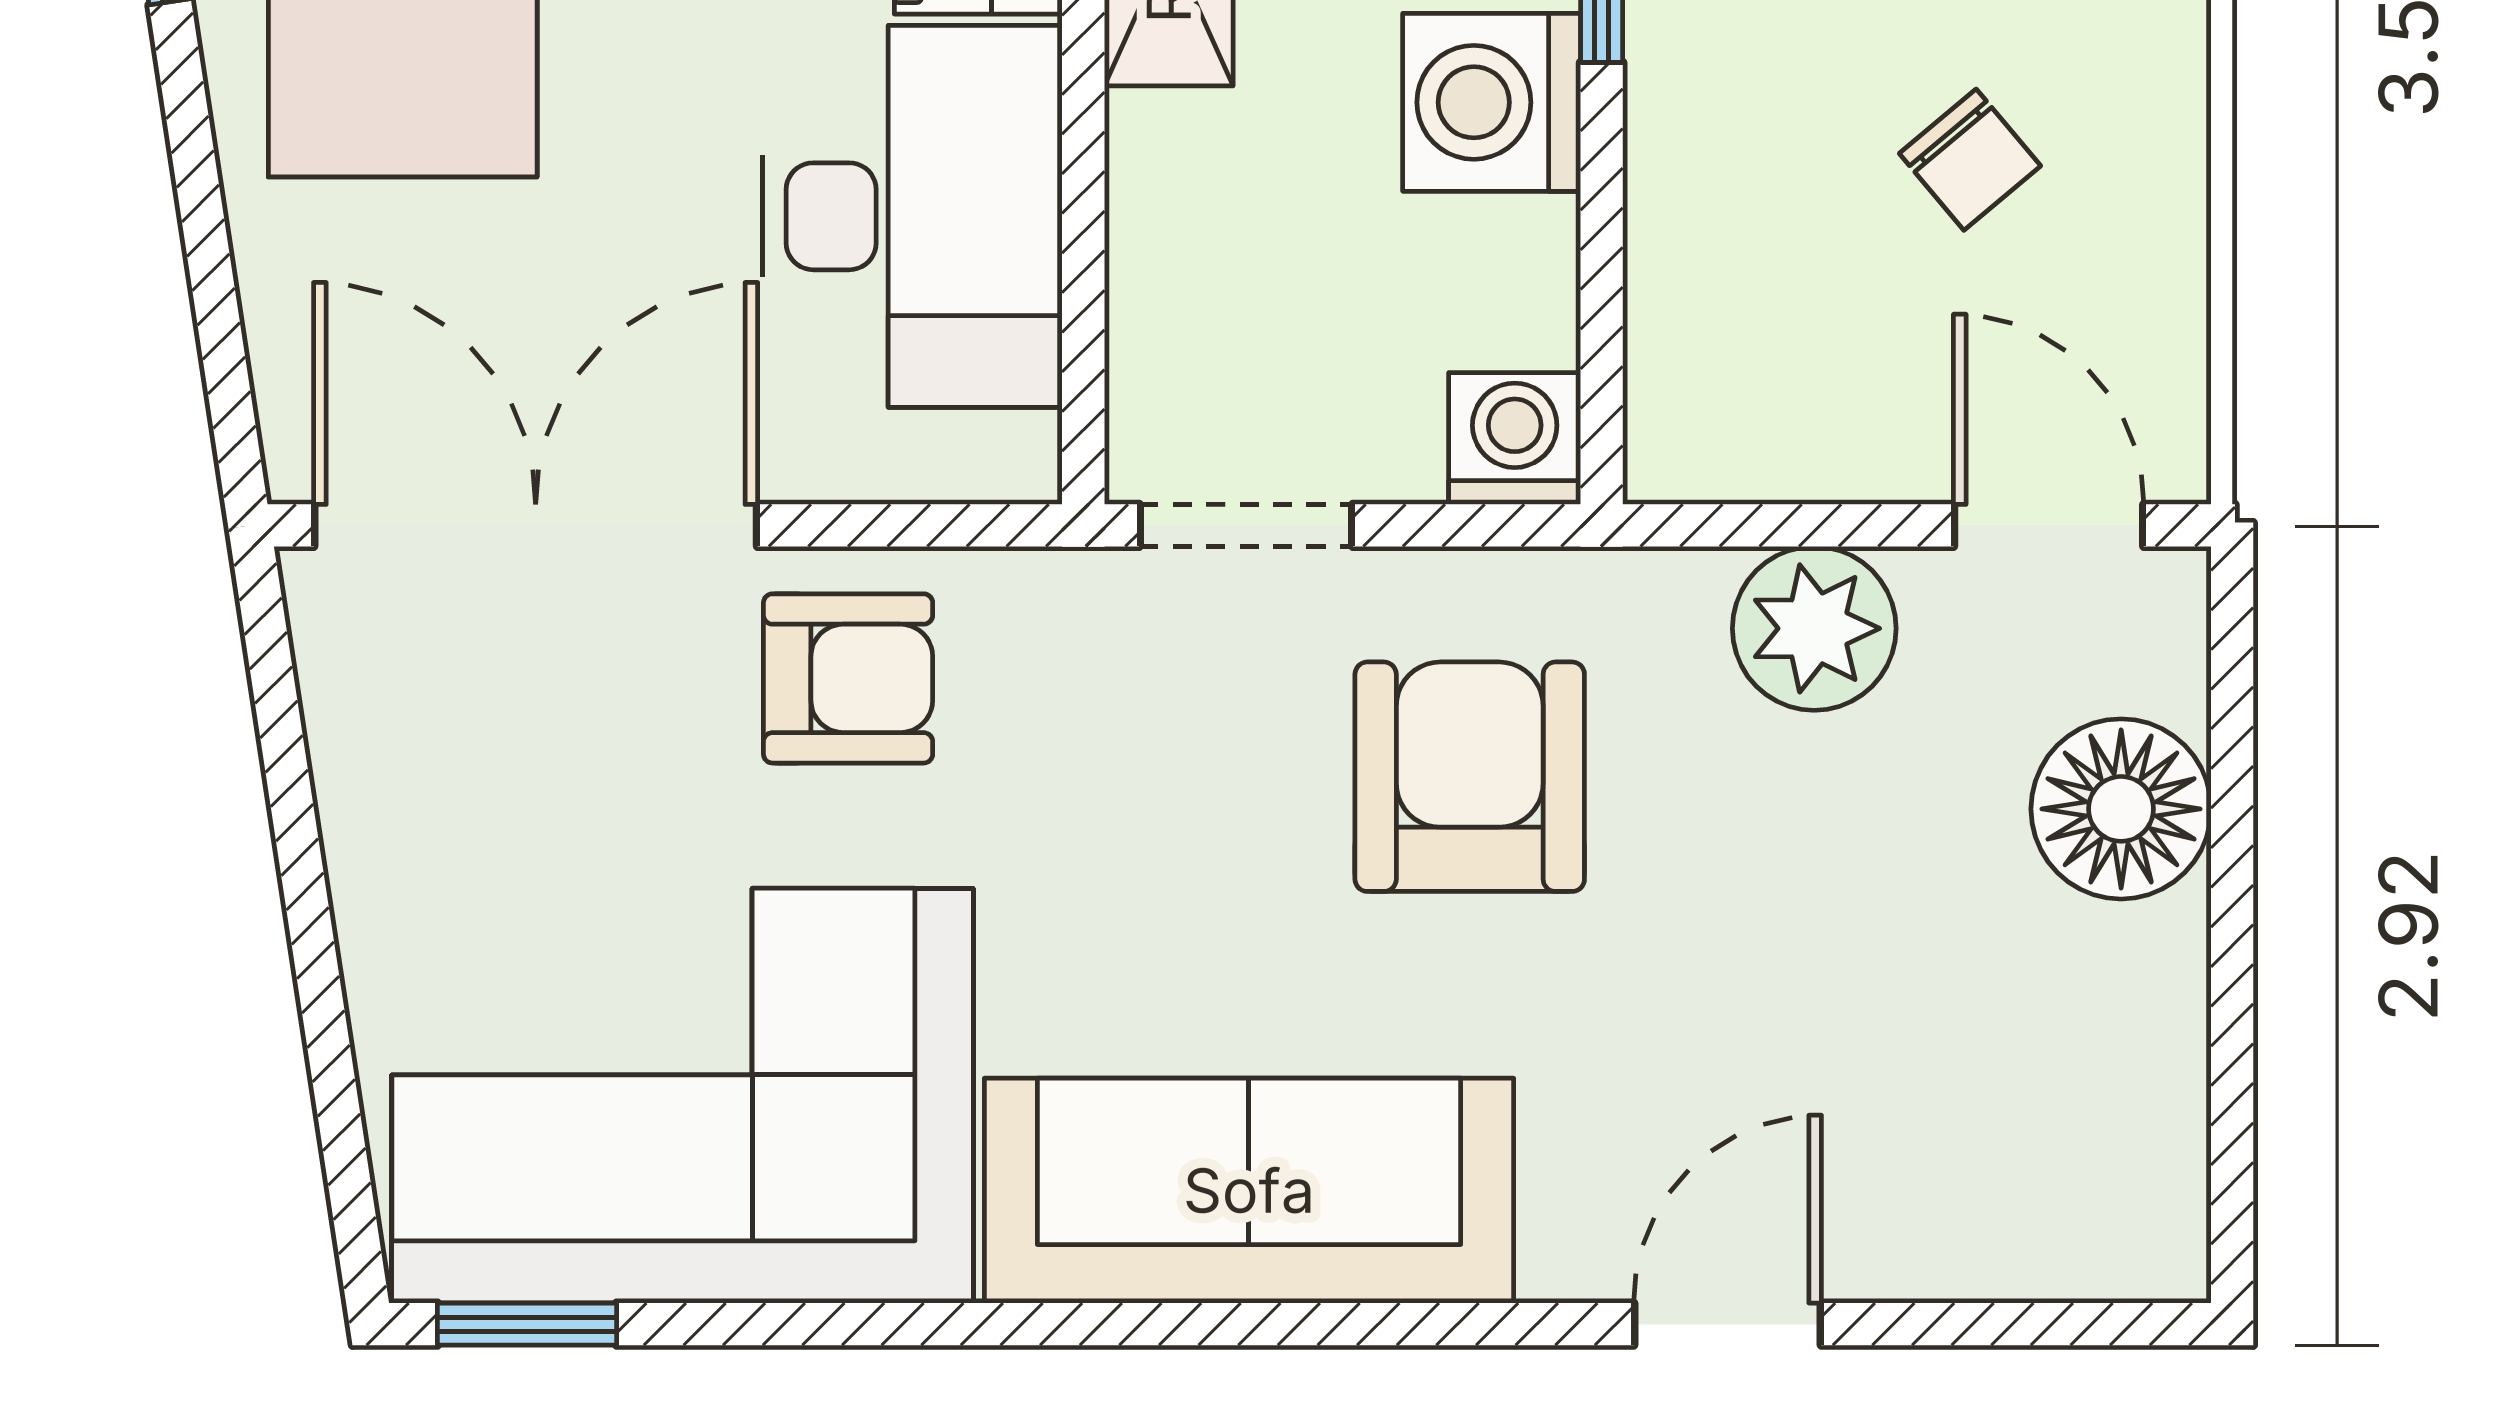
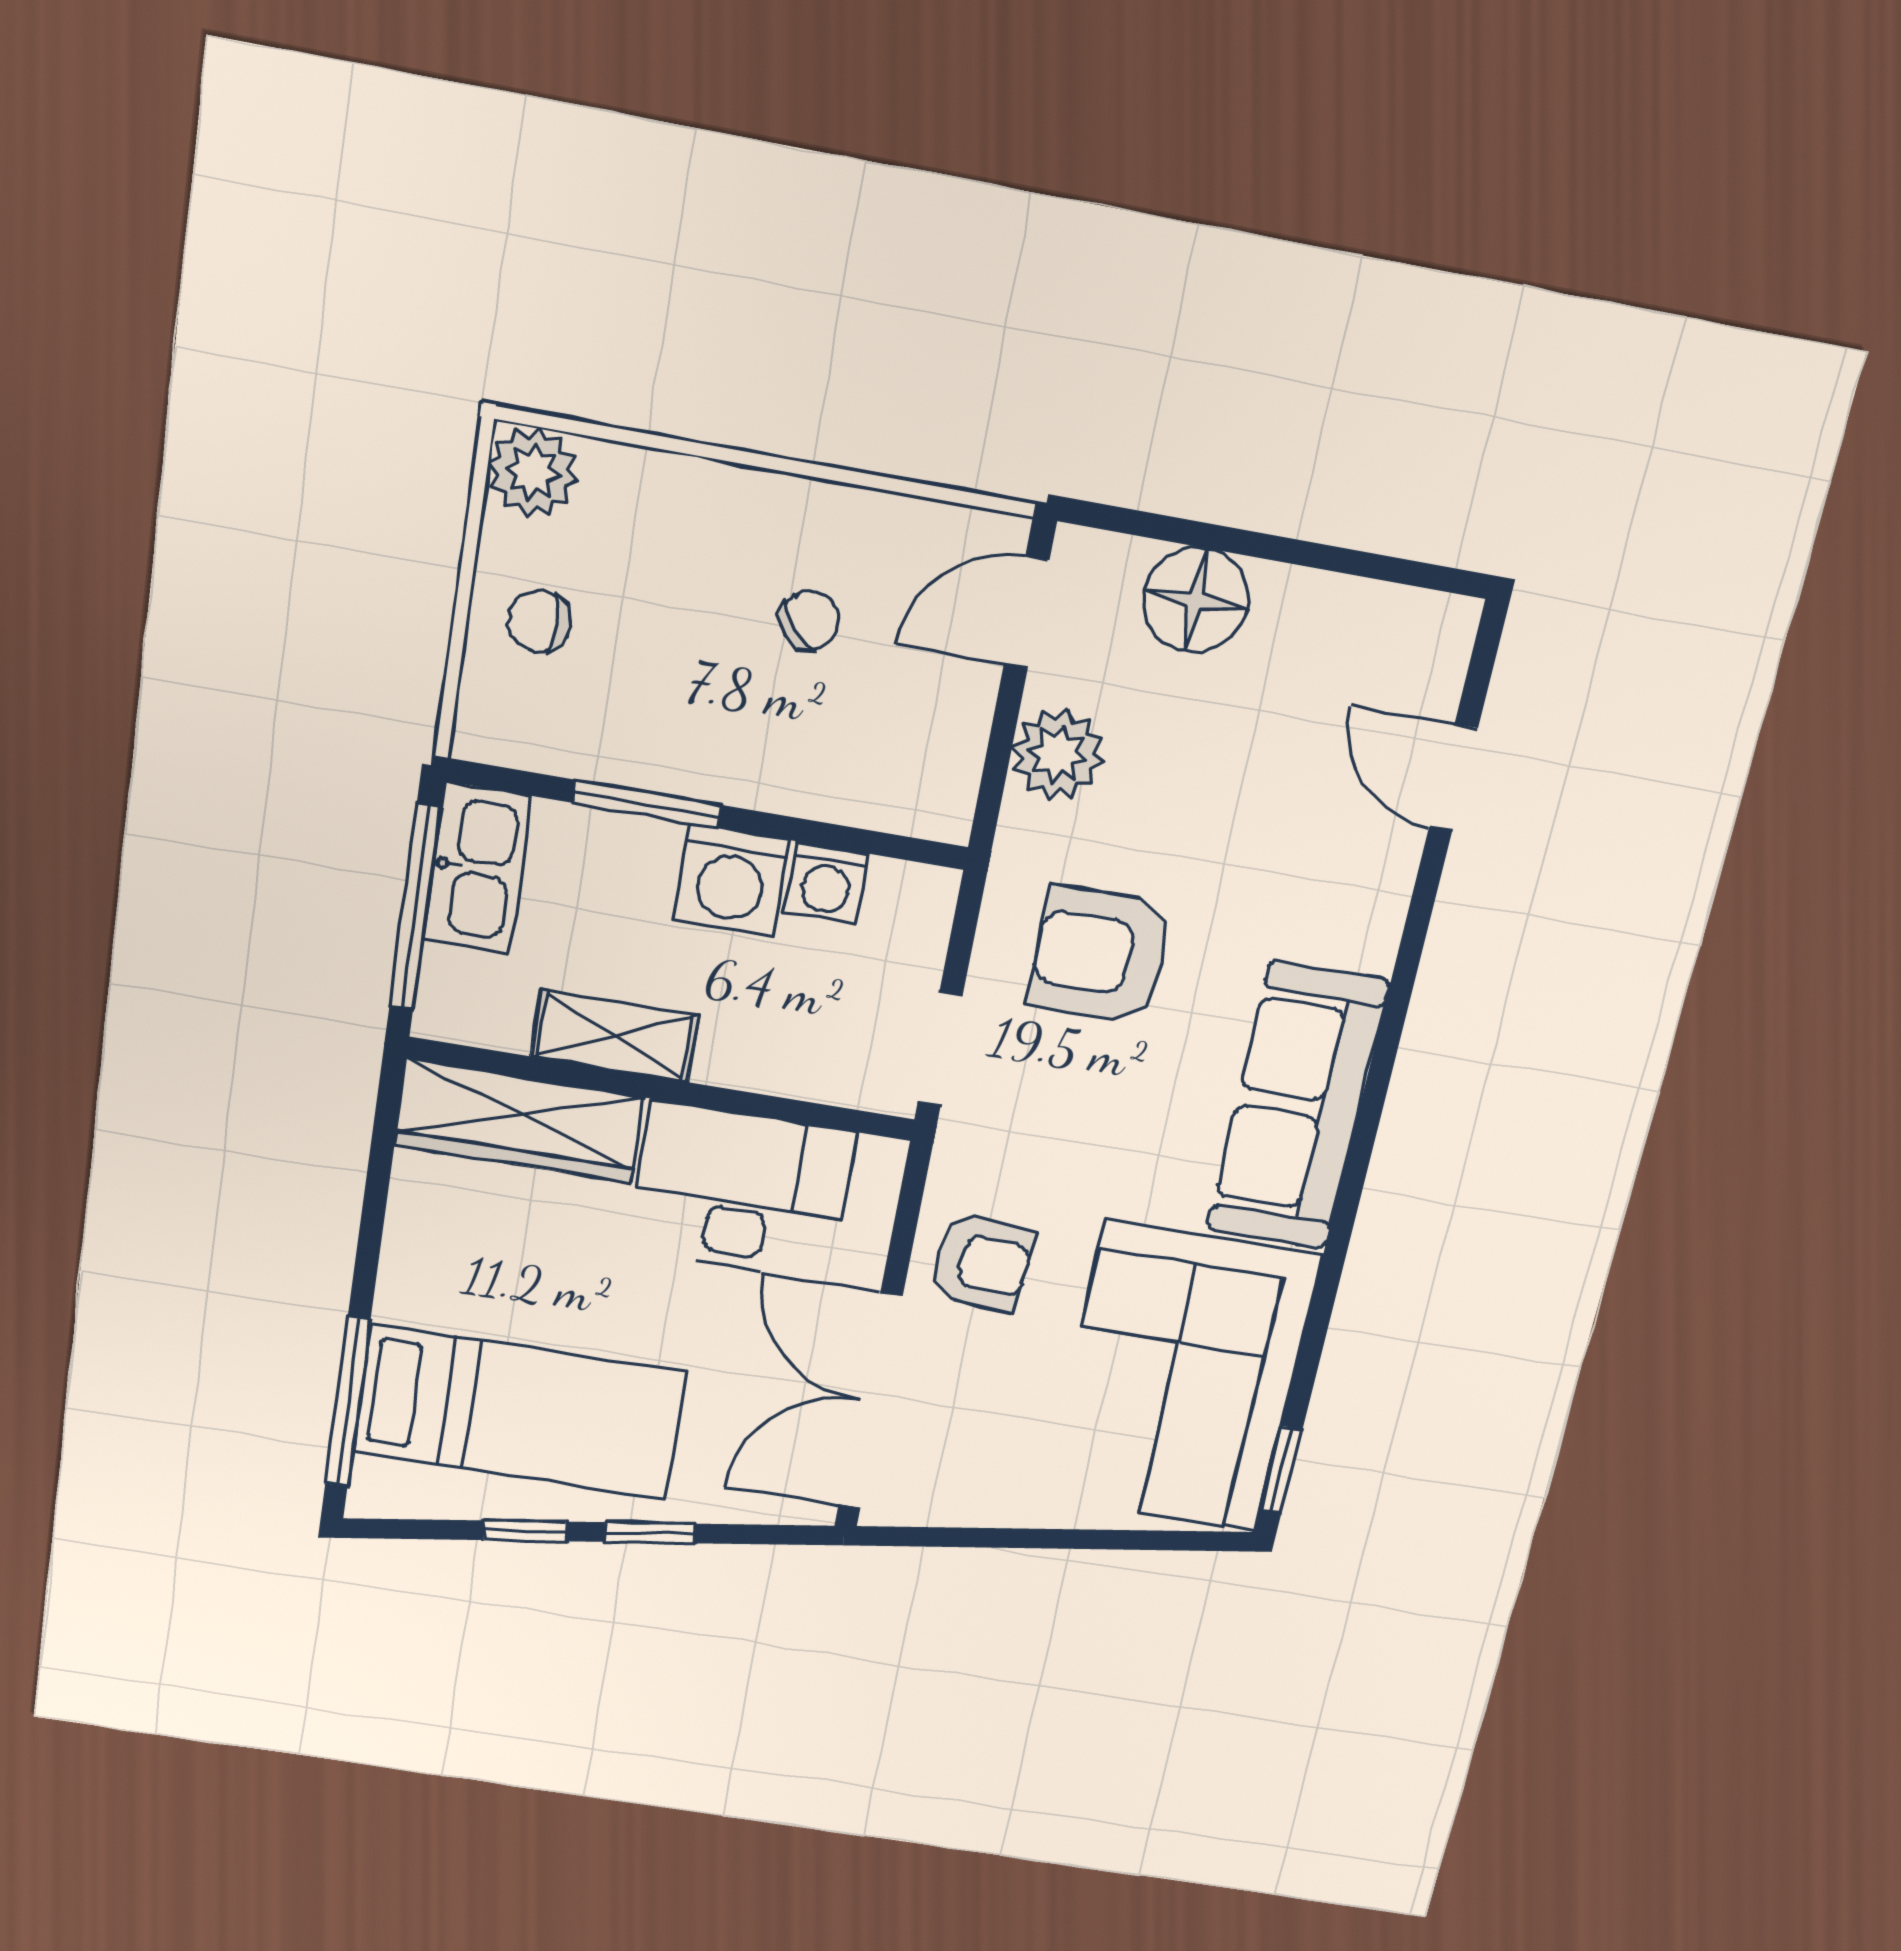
window: (194, 159) -> (650, 1533), added
washing machine: (1515, 439) -> (826, 883), moved, turned -90
armchair: (848, 678) -> (981, 1263), turned 95
door: (1728, 1324) -> (1453, 778), moved

